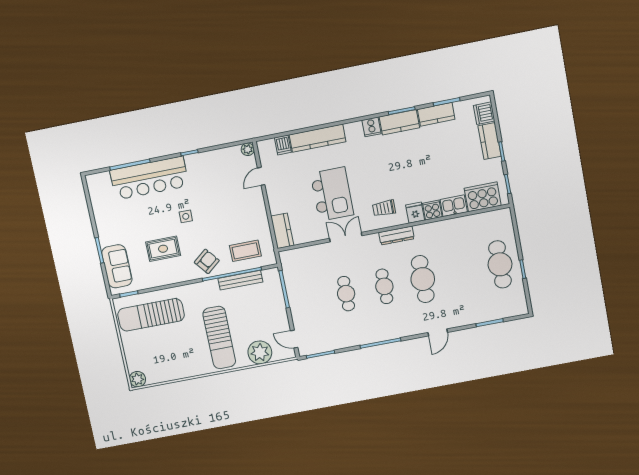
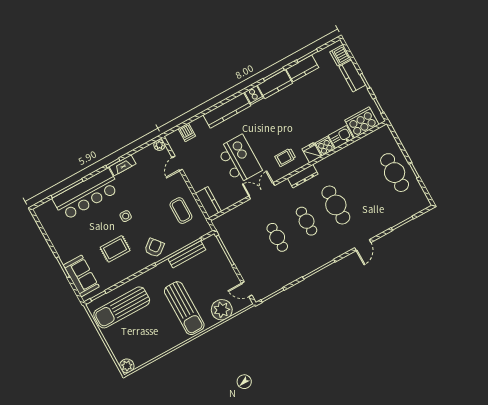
kitchen counter: (318, 138) -> (227, 110), moved
fireplace: (200, 159) -> (123, 165), added
coffee table: (245, 251) -> (181, 211), moved, turned 90

